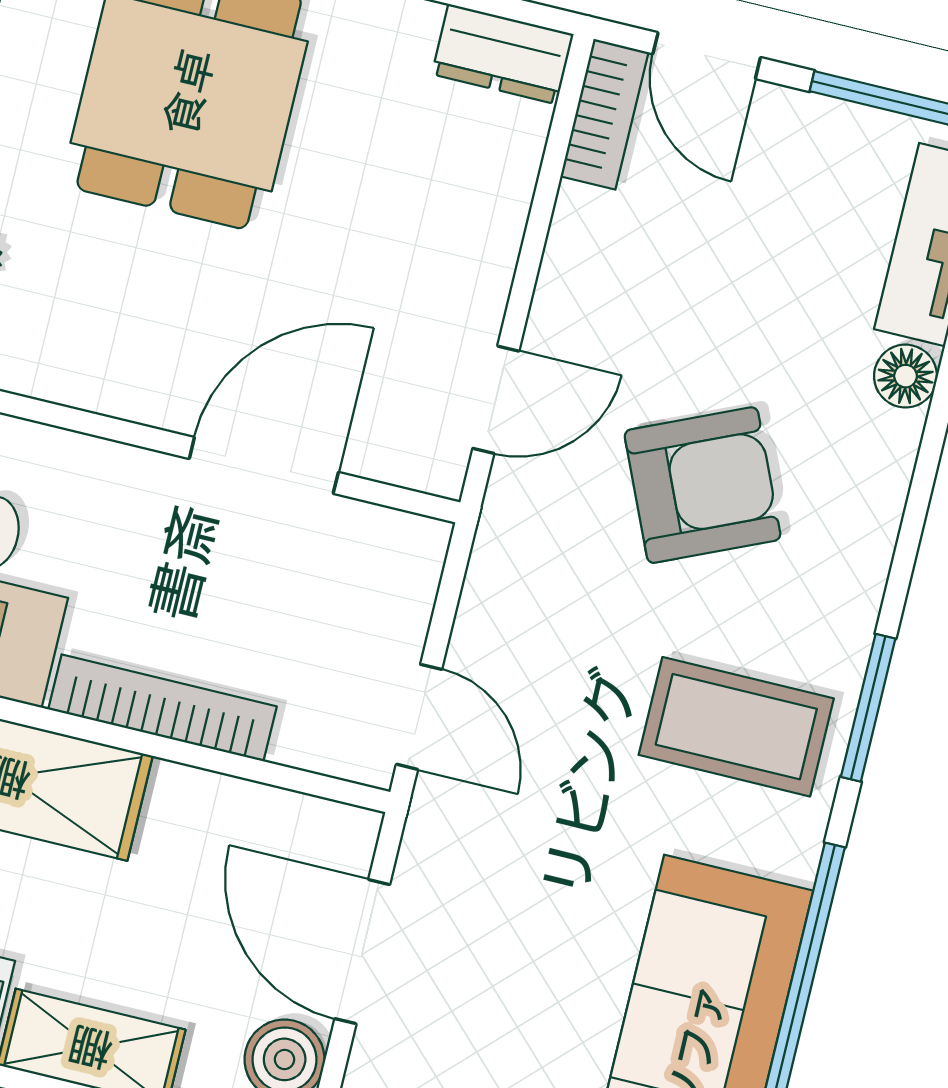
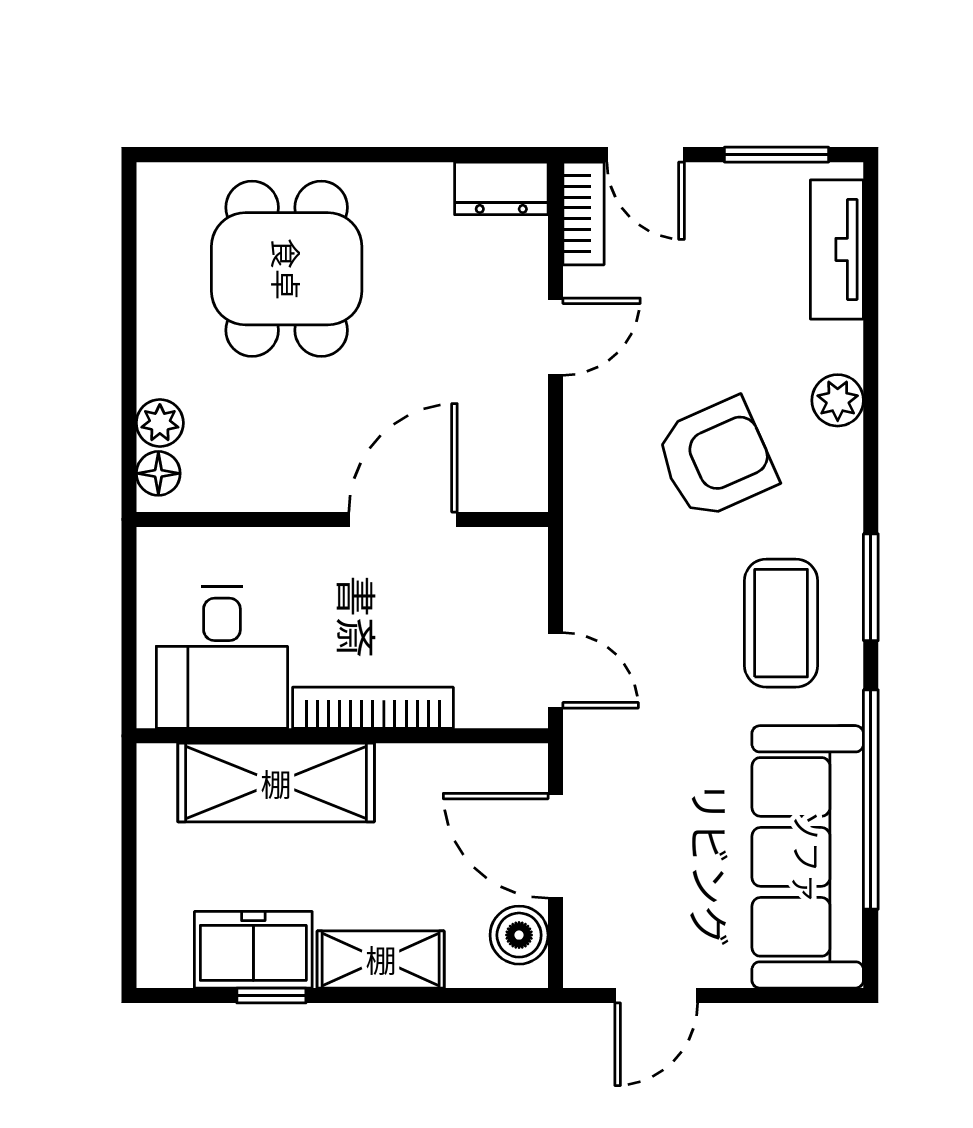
floor lamp: (906, 376) -> (841, 347), removed
door: (496, 400) -> (556, 337), moved
plant: (884, 447) -> (838, 400), added
coffee table: (736, 727) -> (781, 623), turned 90

